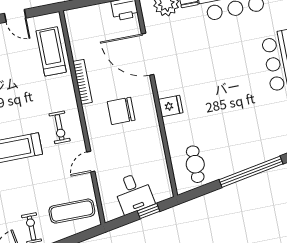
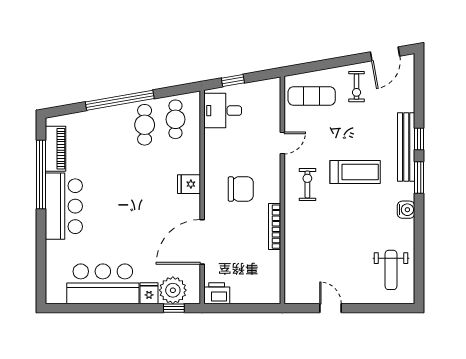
treadmill: (51, 51) -> (301, 264), removed
door: (148, 54) -> (202, 242), swing flipped
cafe table: (223, 153) -> (145, 125), added
desk: (134, 193) -> (223, 111), moved, turned -80

